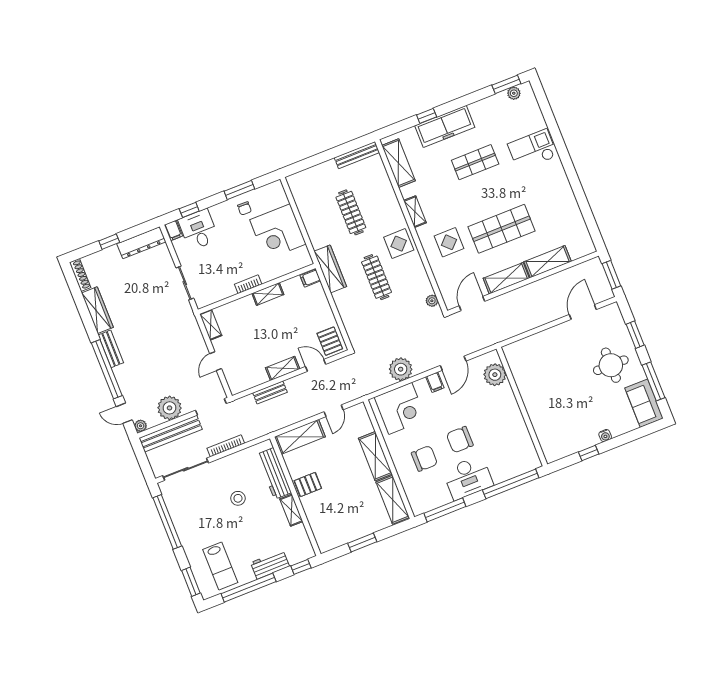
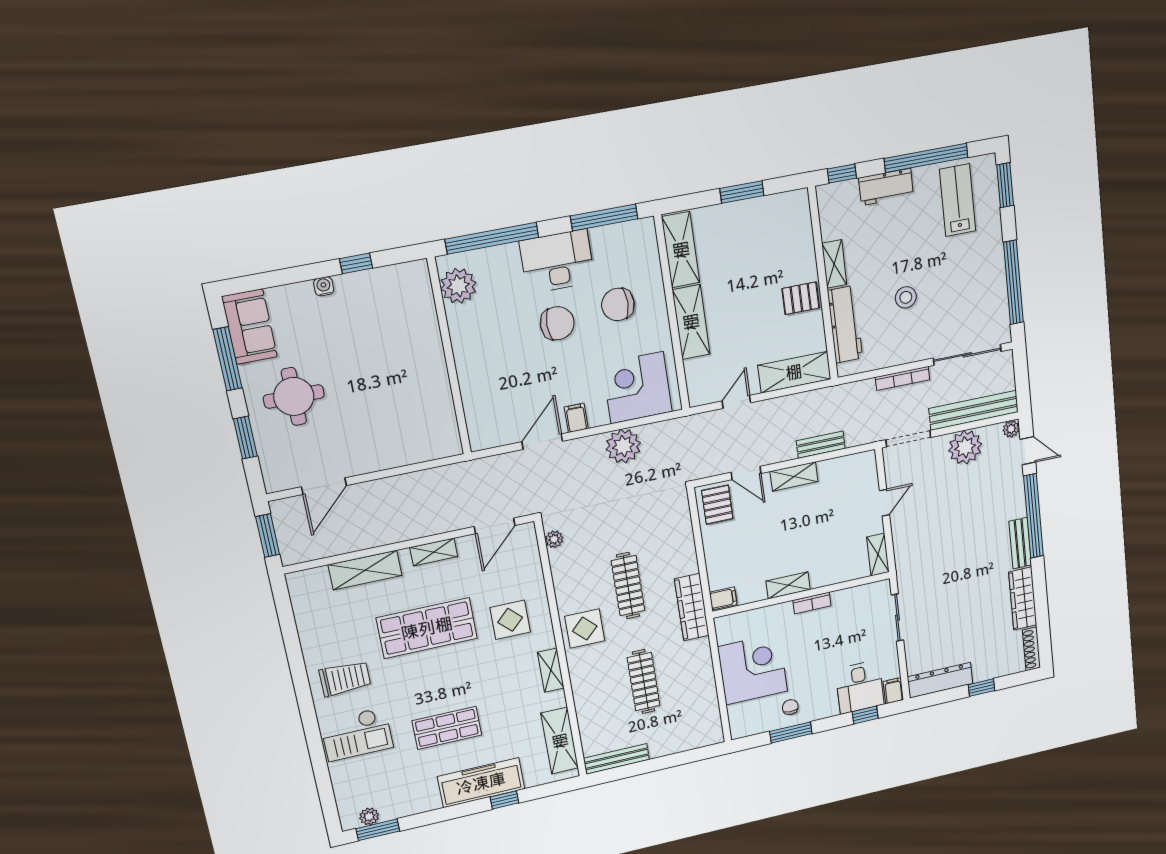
trolley: (547, 187) -> (345, 678), added
shelving: (506, 278) -> (434, 552), width x0.67, depth x0.75
plant: (495, 375) -> (458, 286), moved

